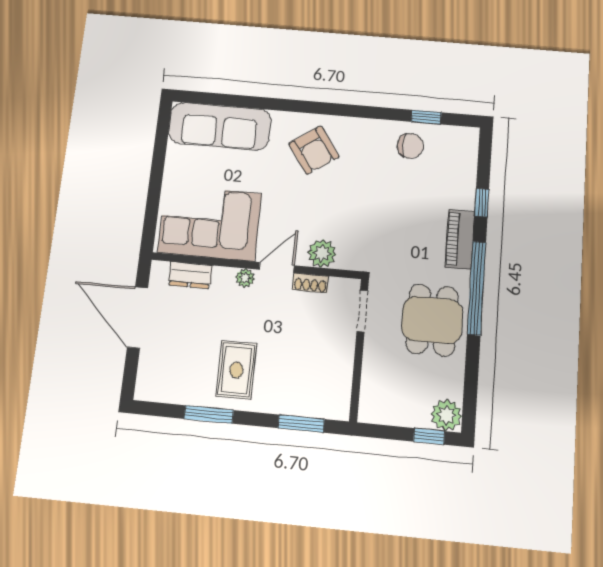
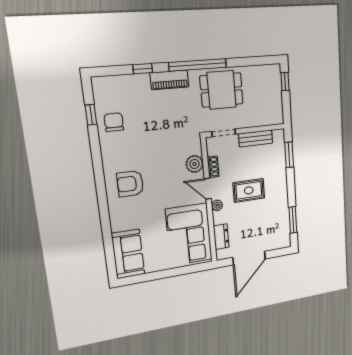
sofa: (220, 126) -> (128, 254), width x0.73
armchair: (314, 150) -> (130, 184), turned -145
bench: (342, 365) -> (256, 138), added
rug: (236, 370) -> (249, 190), moved
window: (209, 414) -> (293, 220), moved
plant: (446, 415) -> (272, 73), removed

